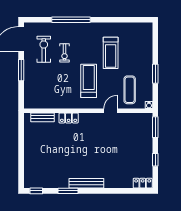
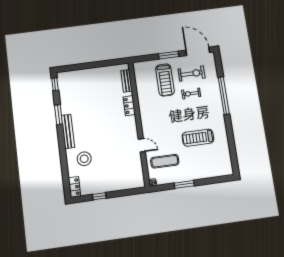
treadmill: (89, 81) -> (165, 80), moved, turned 90
window: (155, 127) -> (132, 192), removed
stool: (116, 170) -> (84, 159), added

